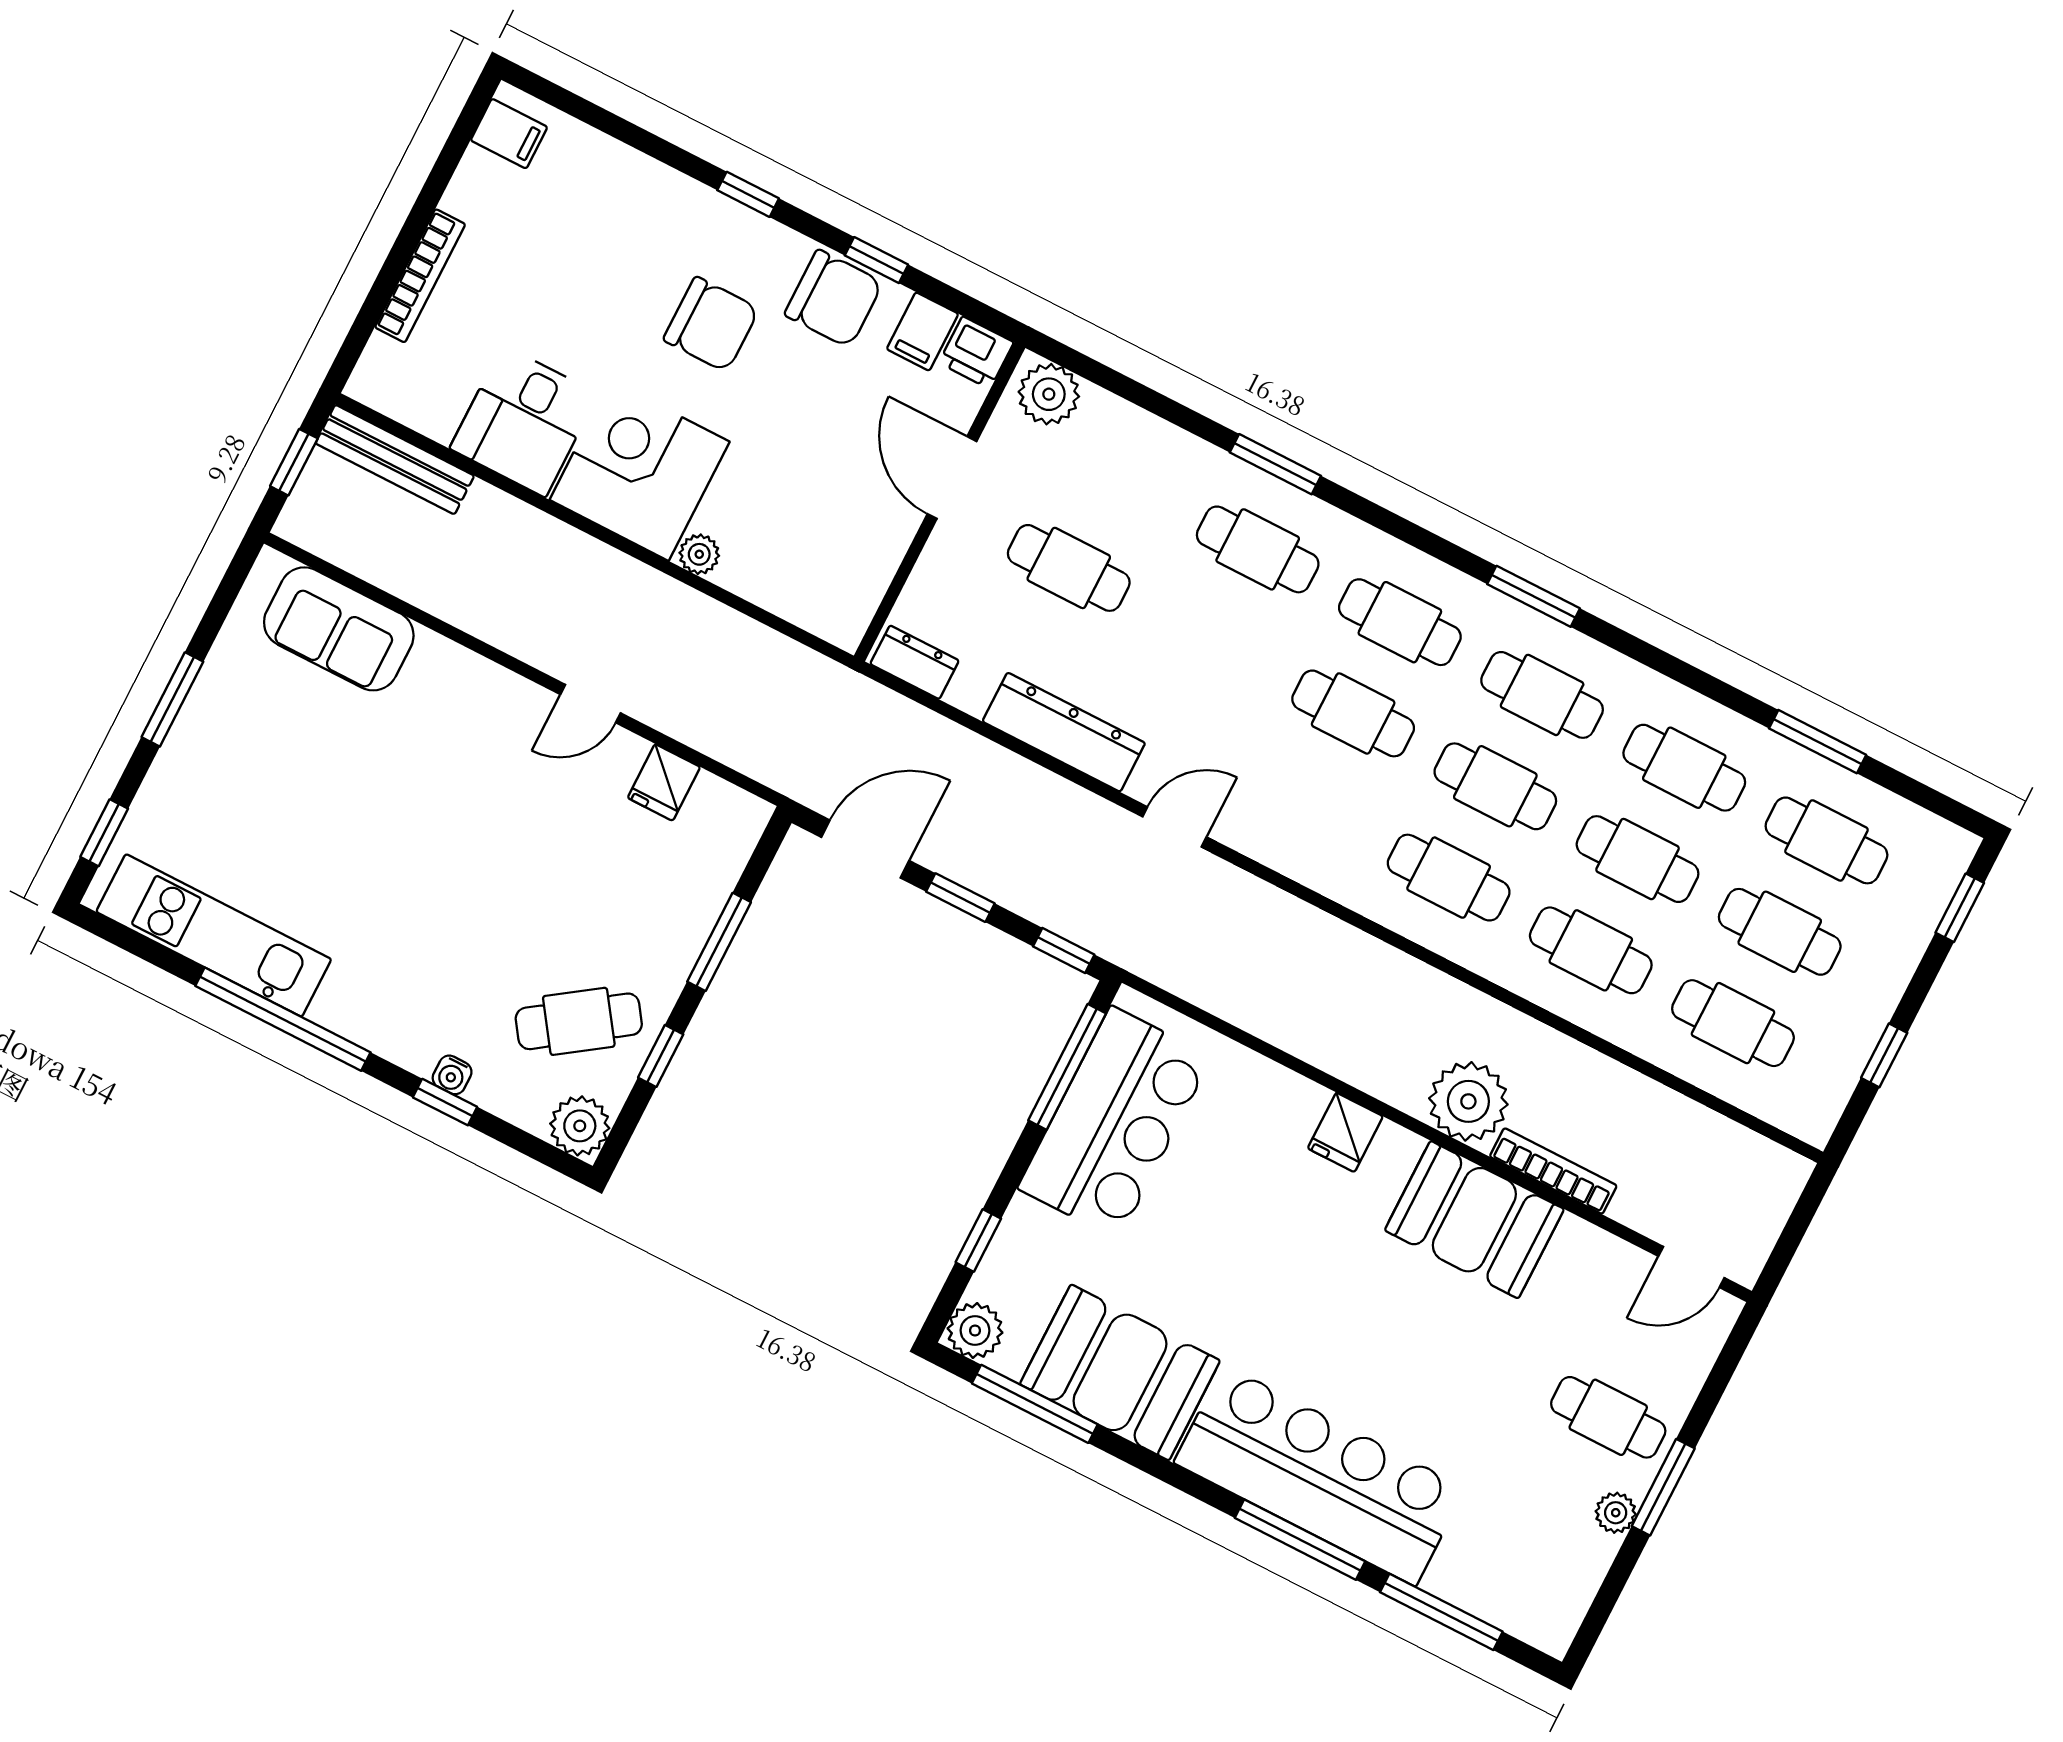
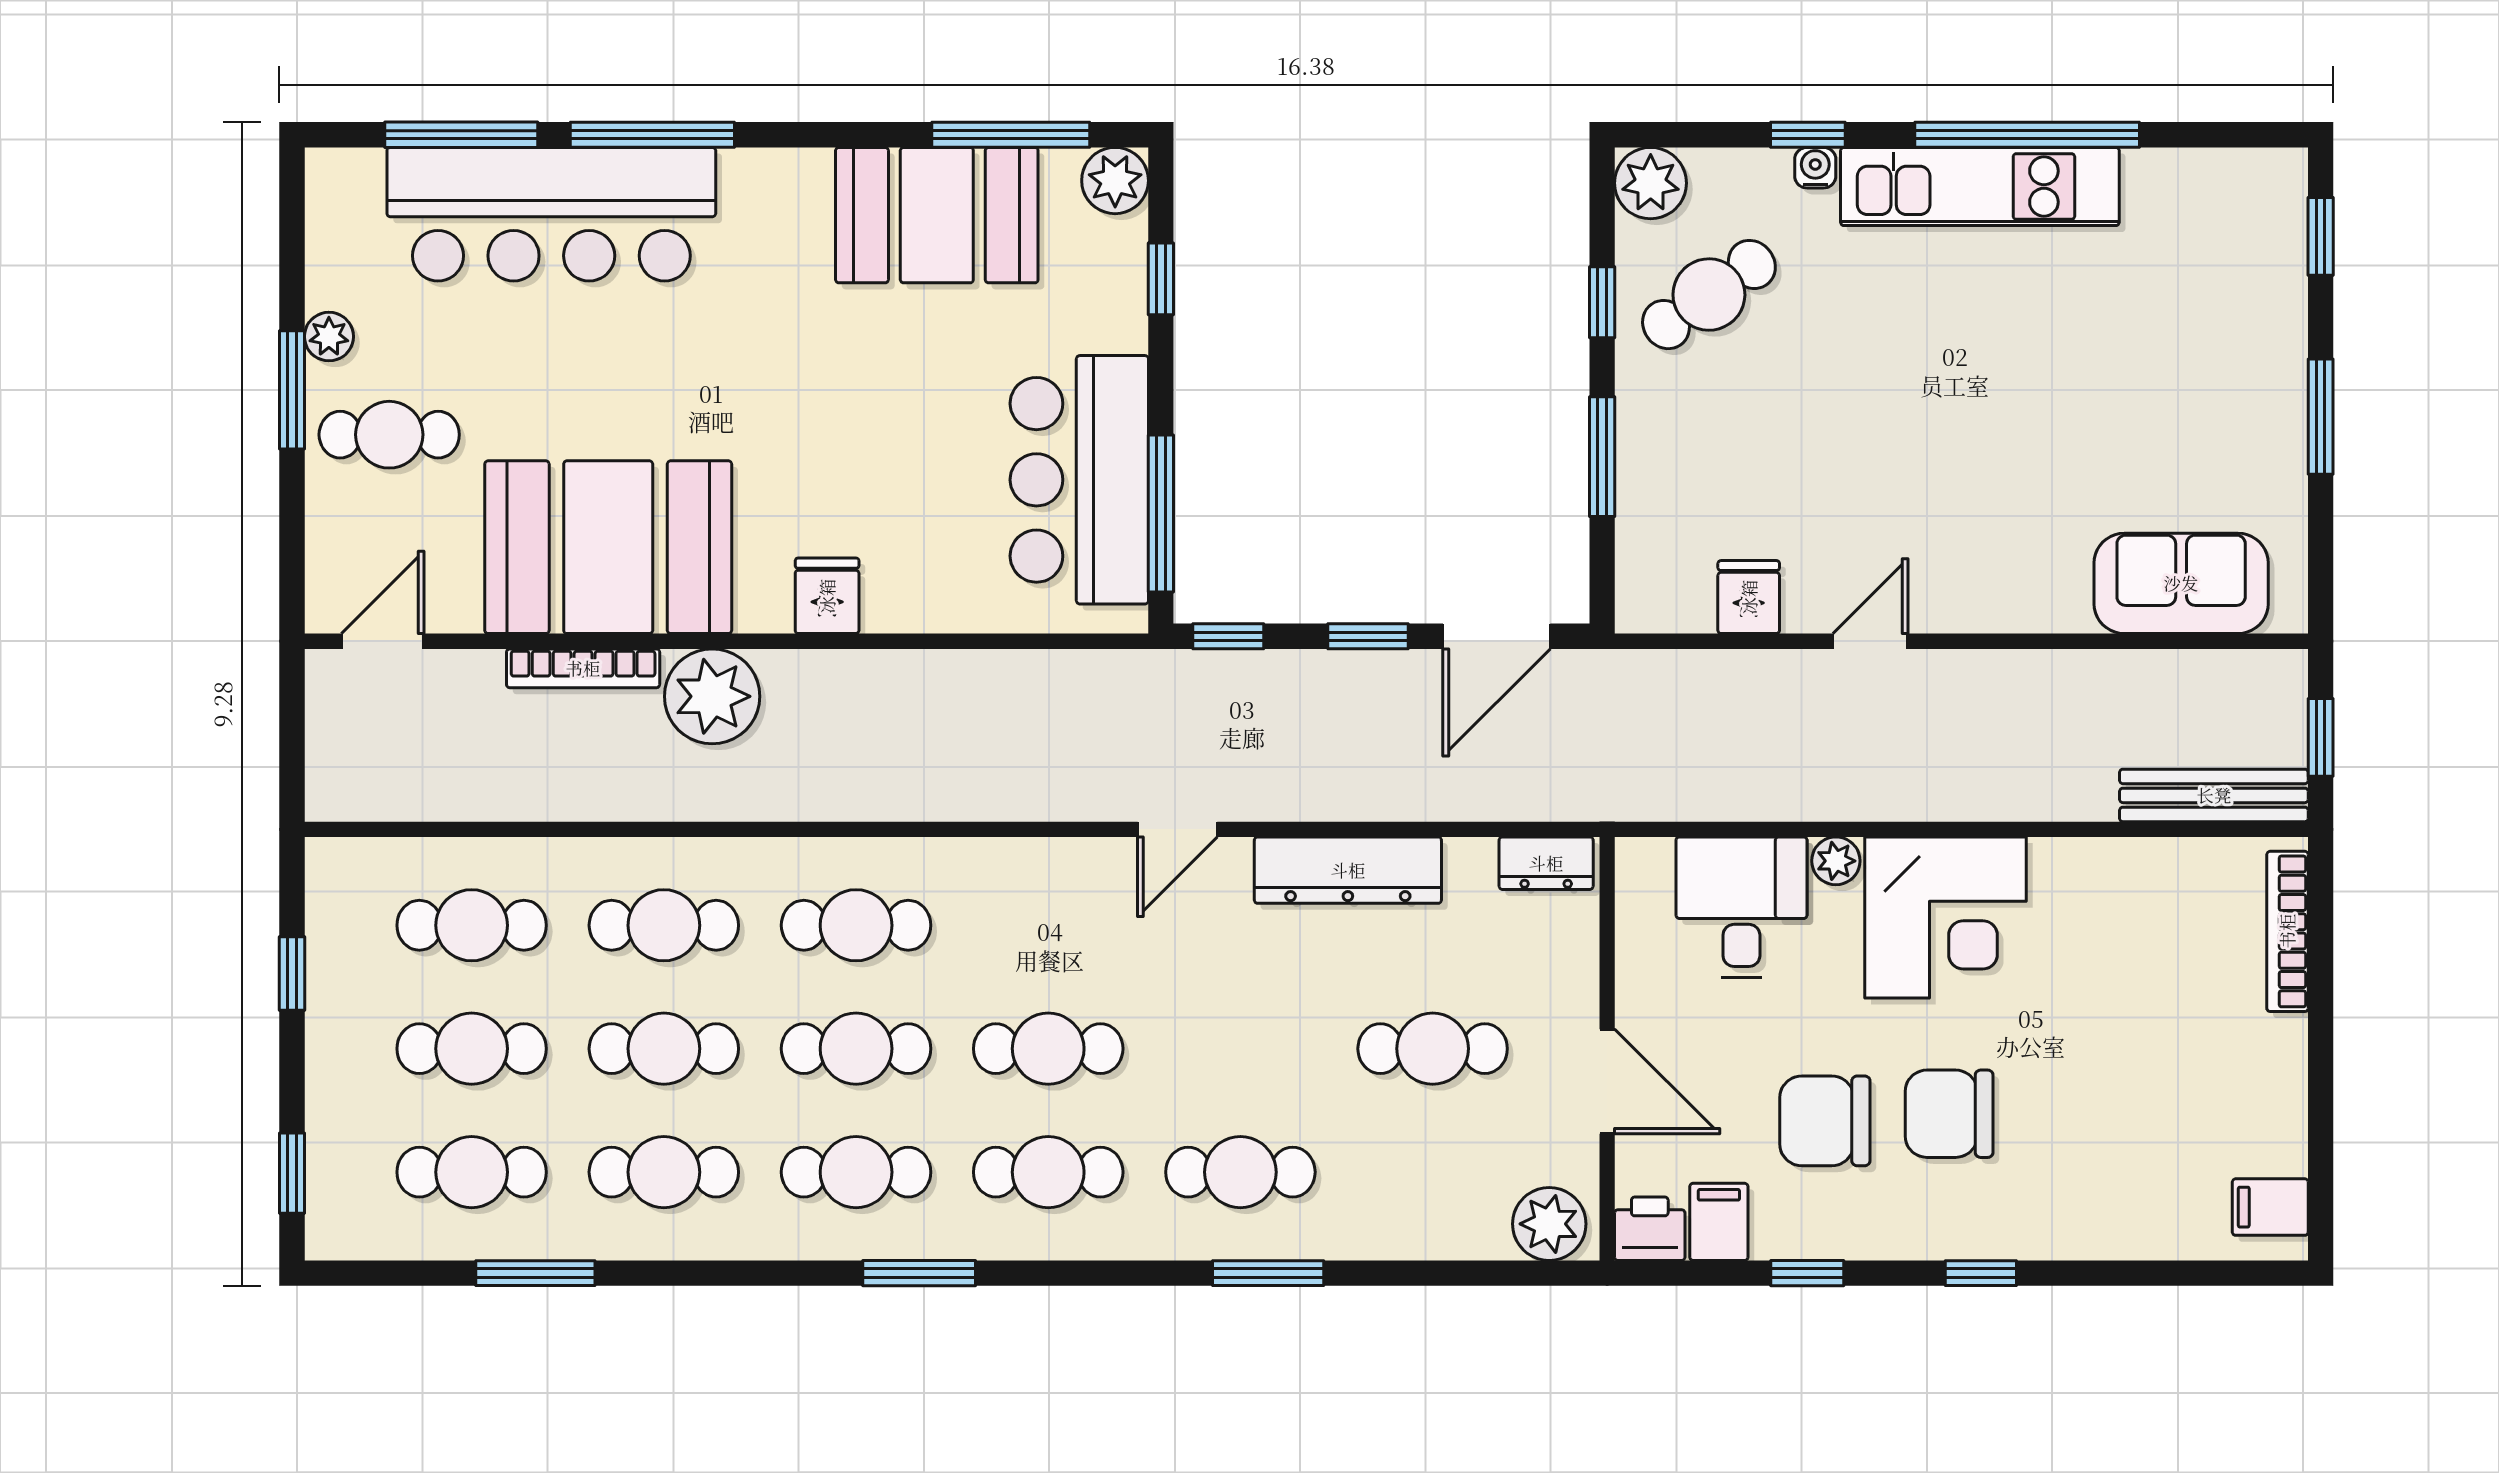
bookcase: (420, 276) -> (2287, 931), moved
chair: (834, 299) -> (1825, 1121), moved
desk: (524, 421) -> (1741, 907), moved
kitchen unit: (214, 935) -> (1980, 186), moved
booth: (1474, 1220) -> (608, 547), width x1.36, depth x1.42
bar counter: (1320, 1475) -> (551, 214), moved

